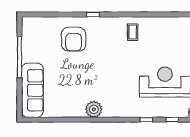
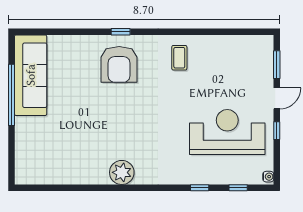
armchair: (74, 39) -> (119, 64), moved
sofa: (32, 90) -> (31, 75), moved

